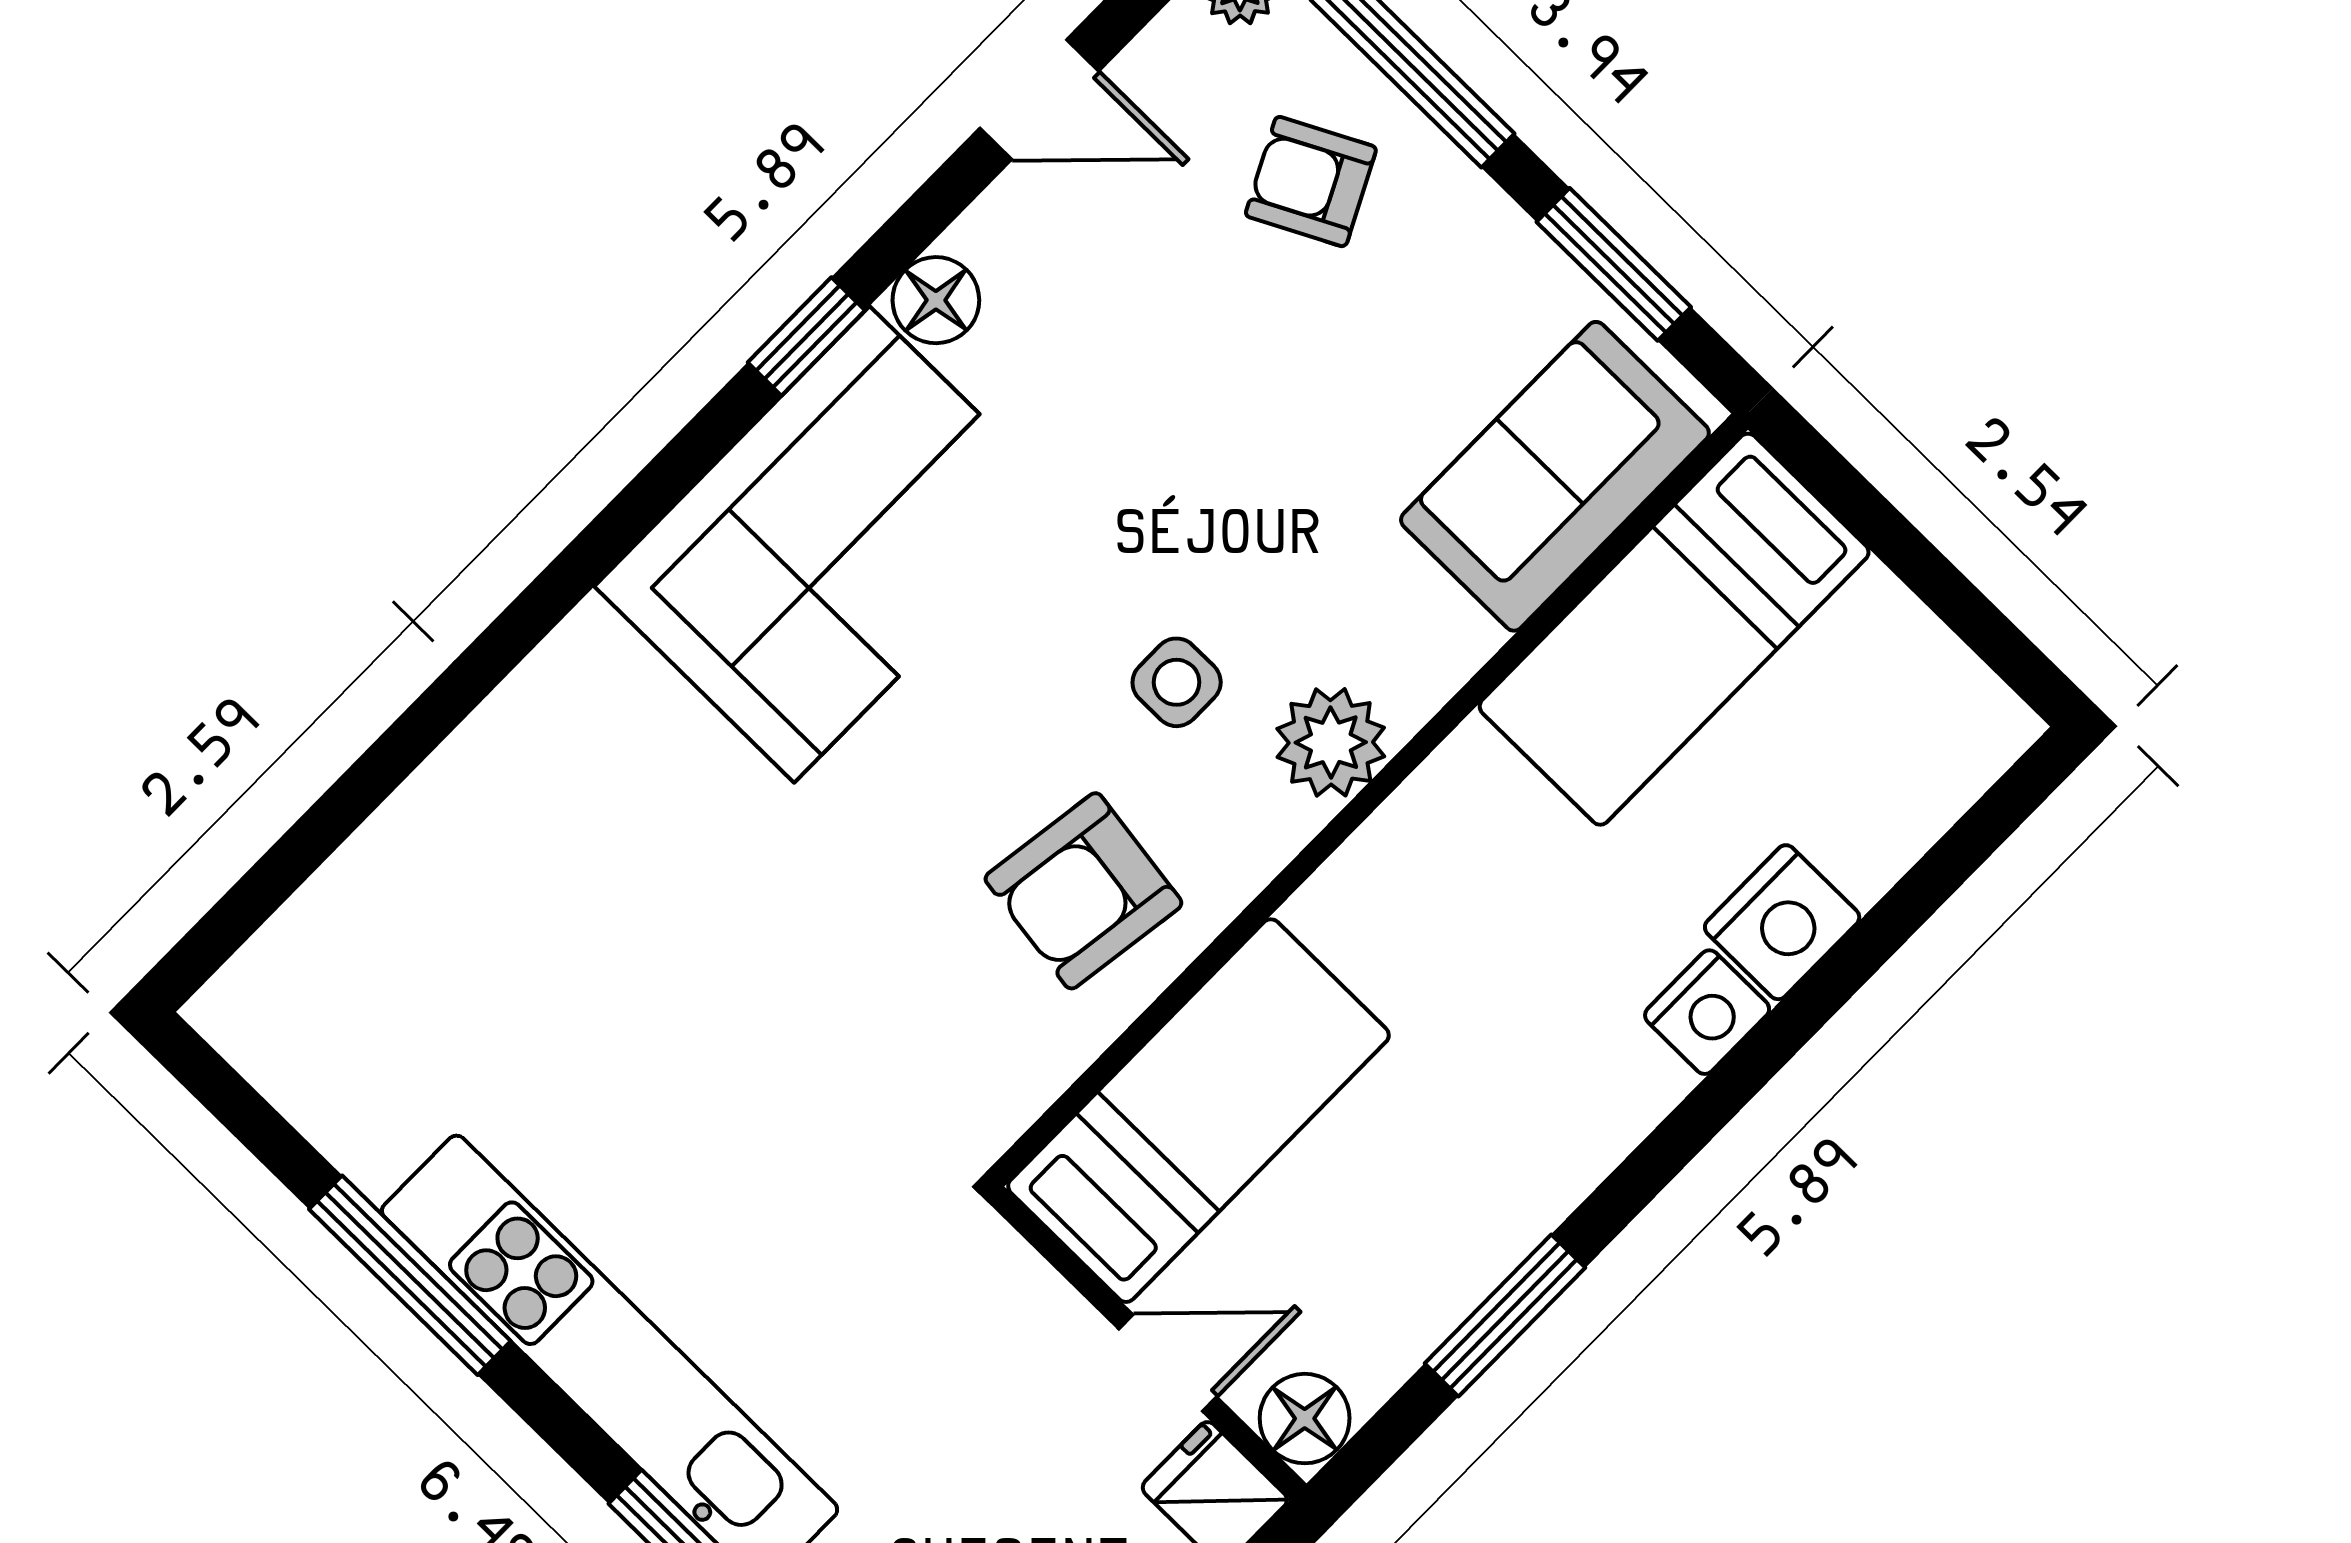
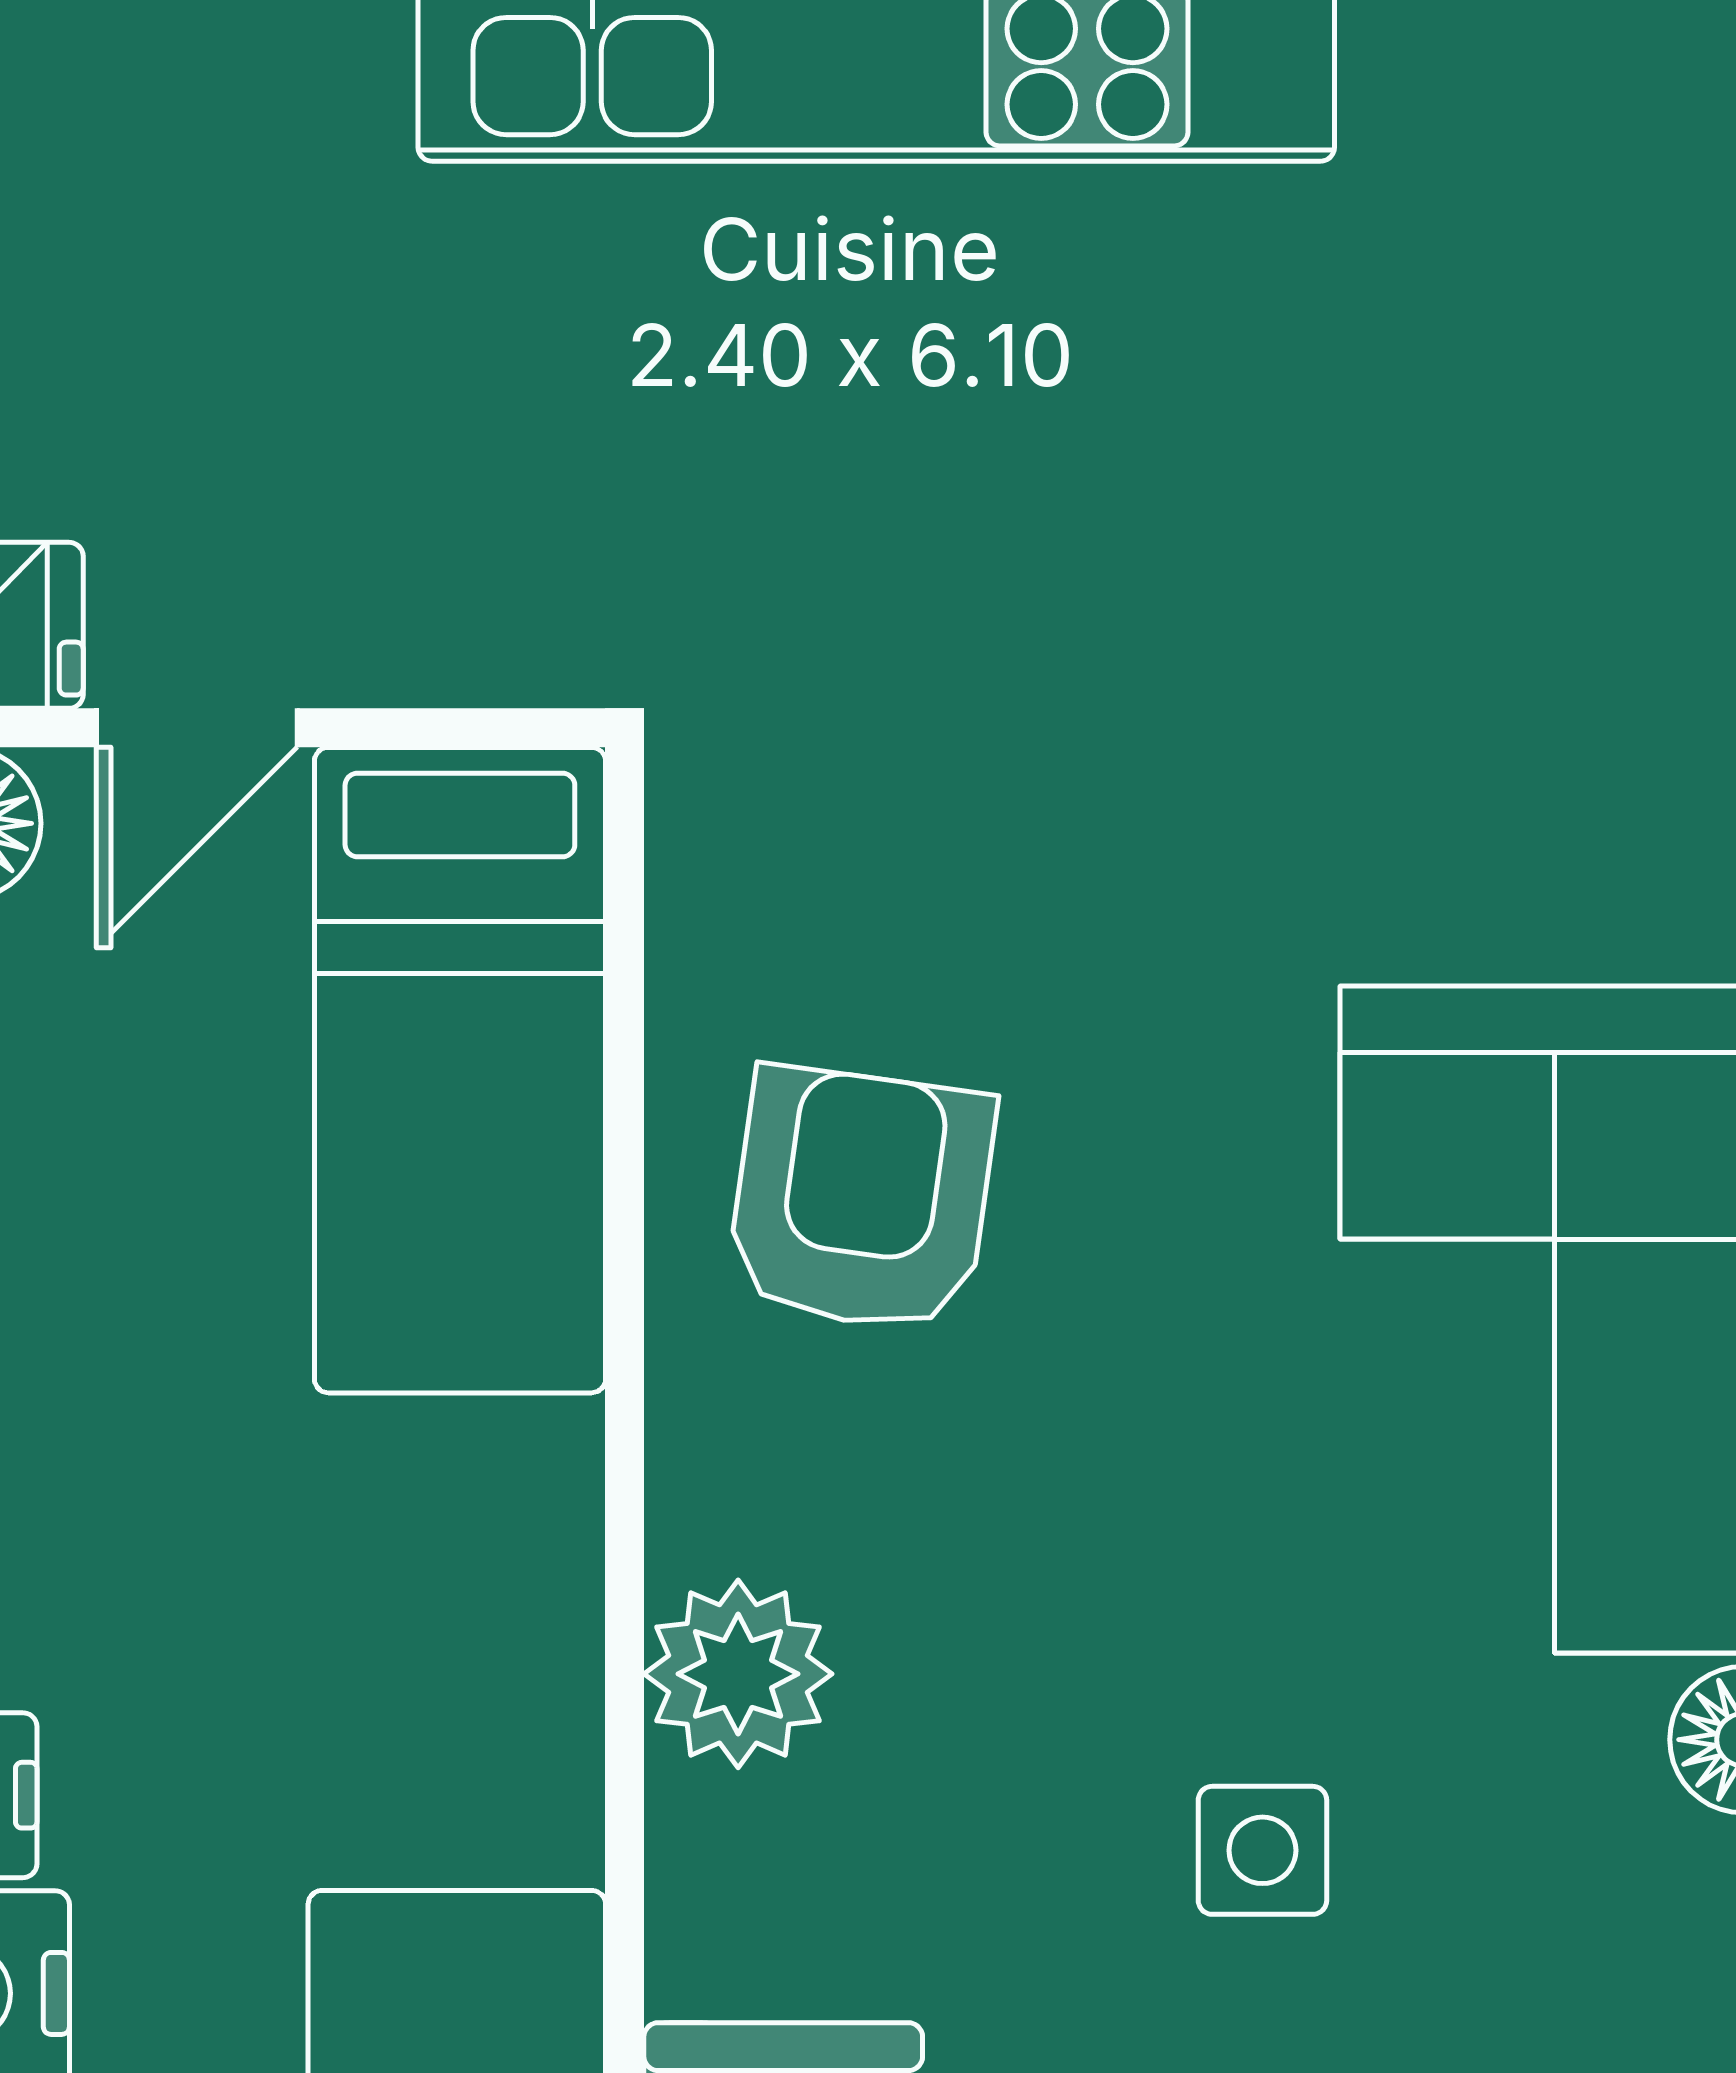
side table: (1177, 682) -> (1262, 1850), moved

